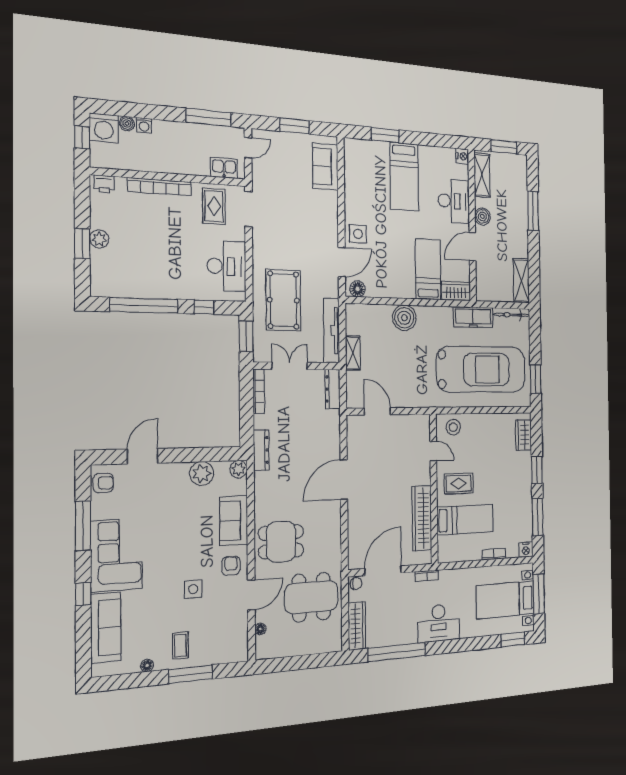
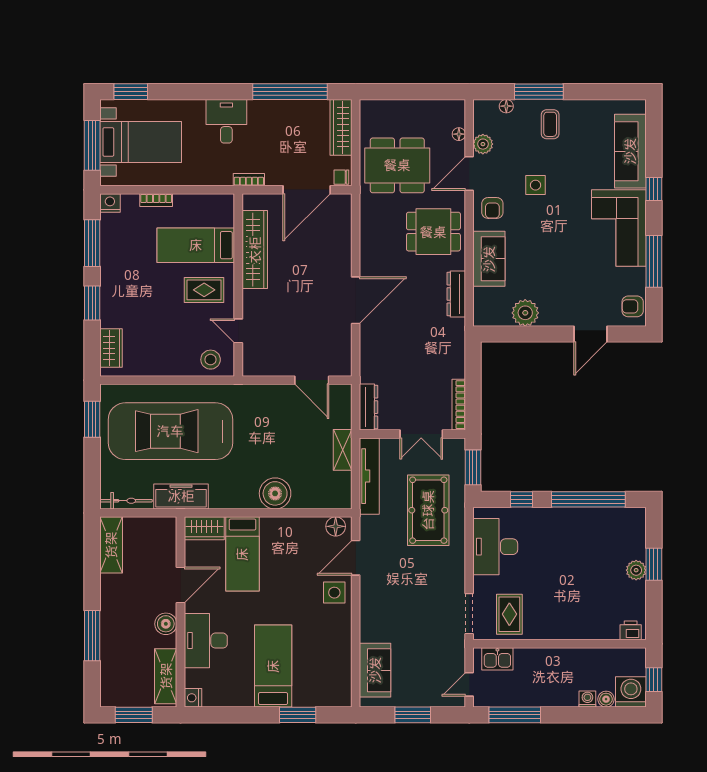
bookcase: (160, 187) -> (571, 632), removed
dresser: (261, 450) -> (456, 294), moved
plant: (239, 469) -> (483, 144), moved
desk: (439, 623) -> (226, 121), width x0.73
floor lamp: (147, 665) -> (506, 106), moved

